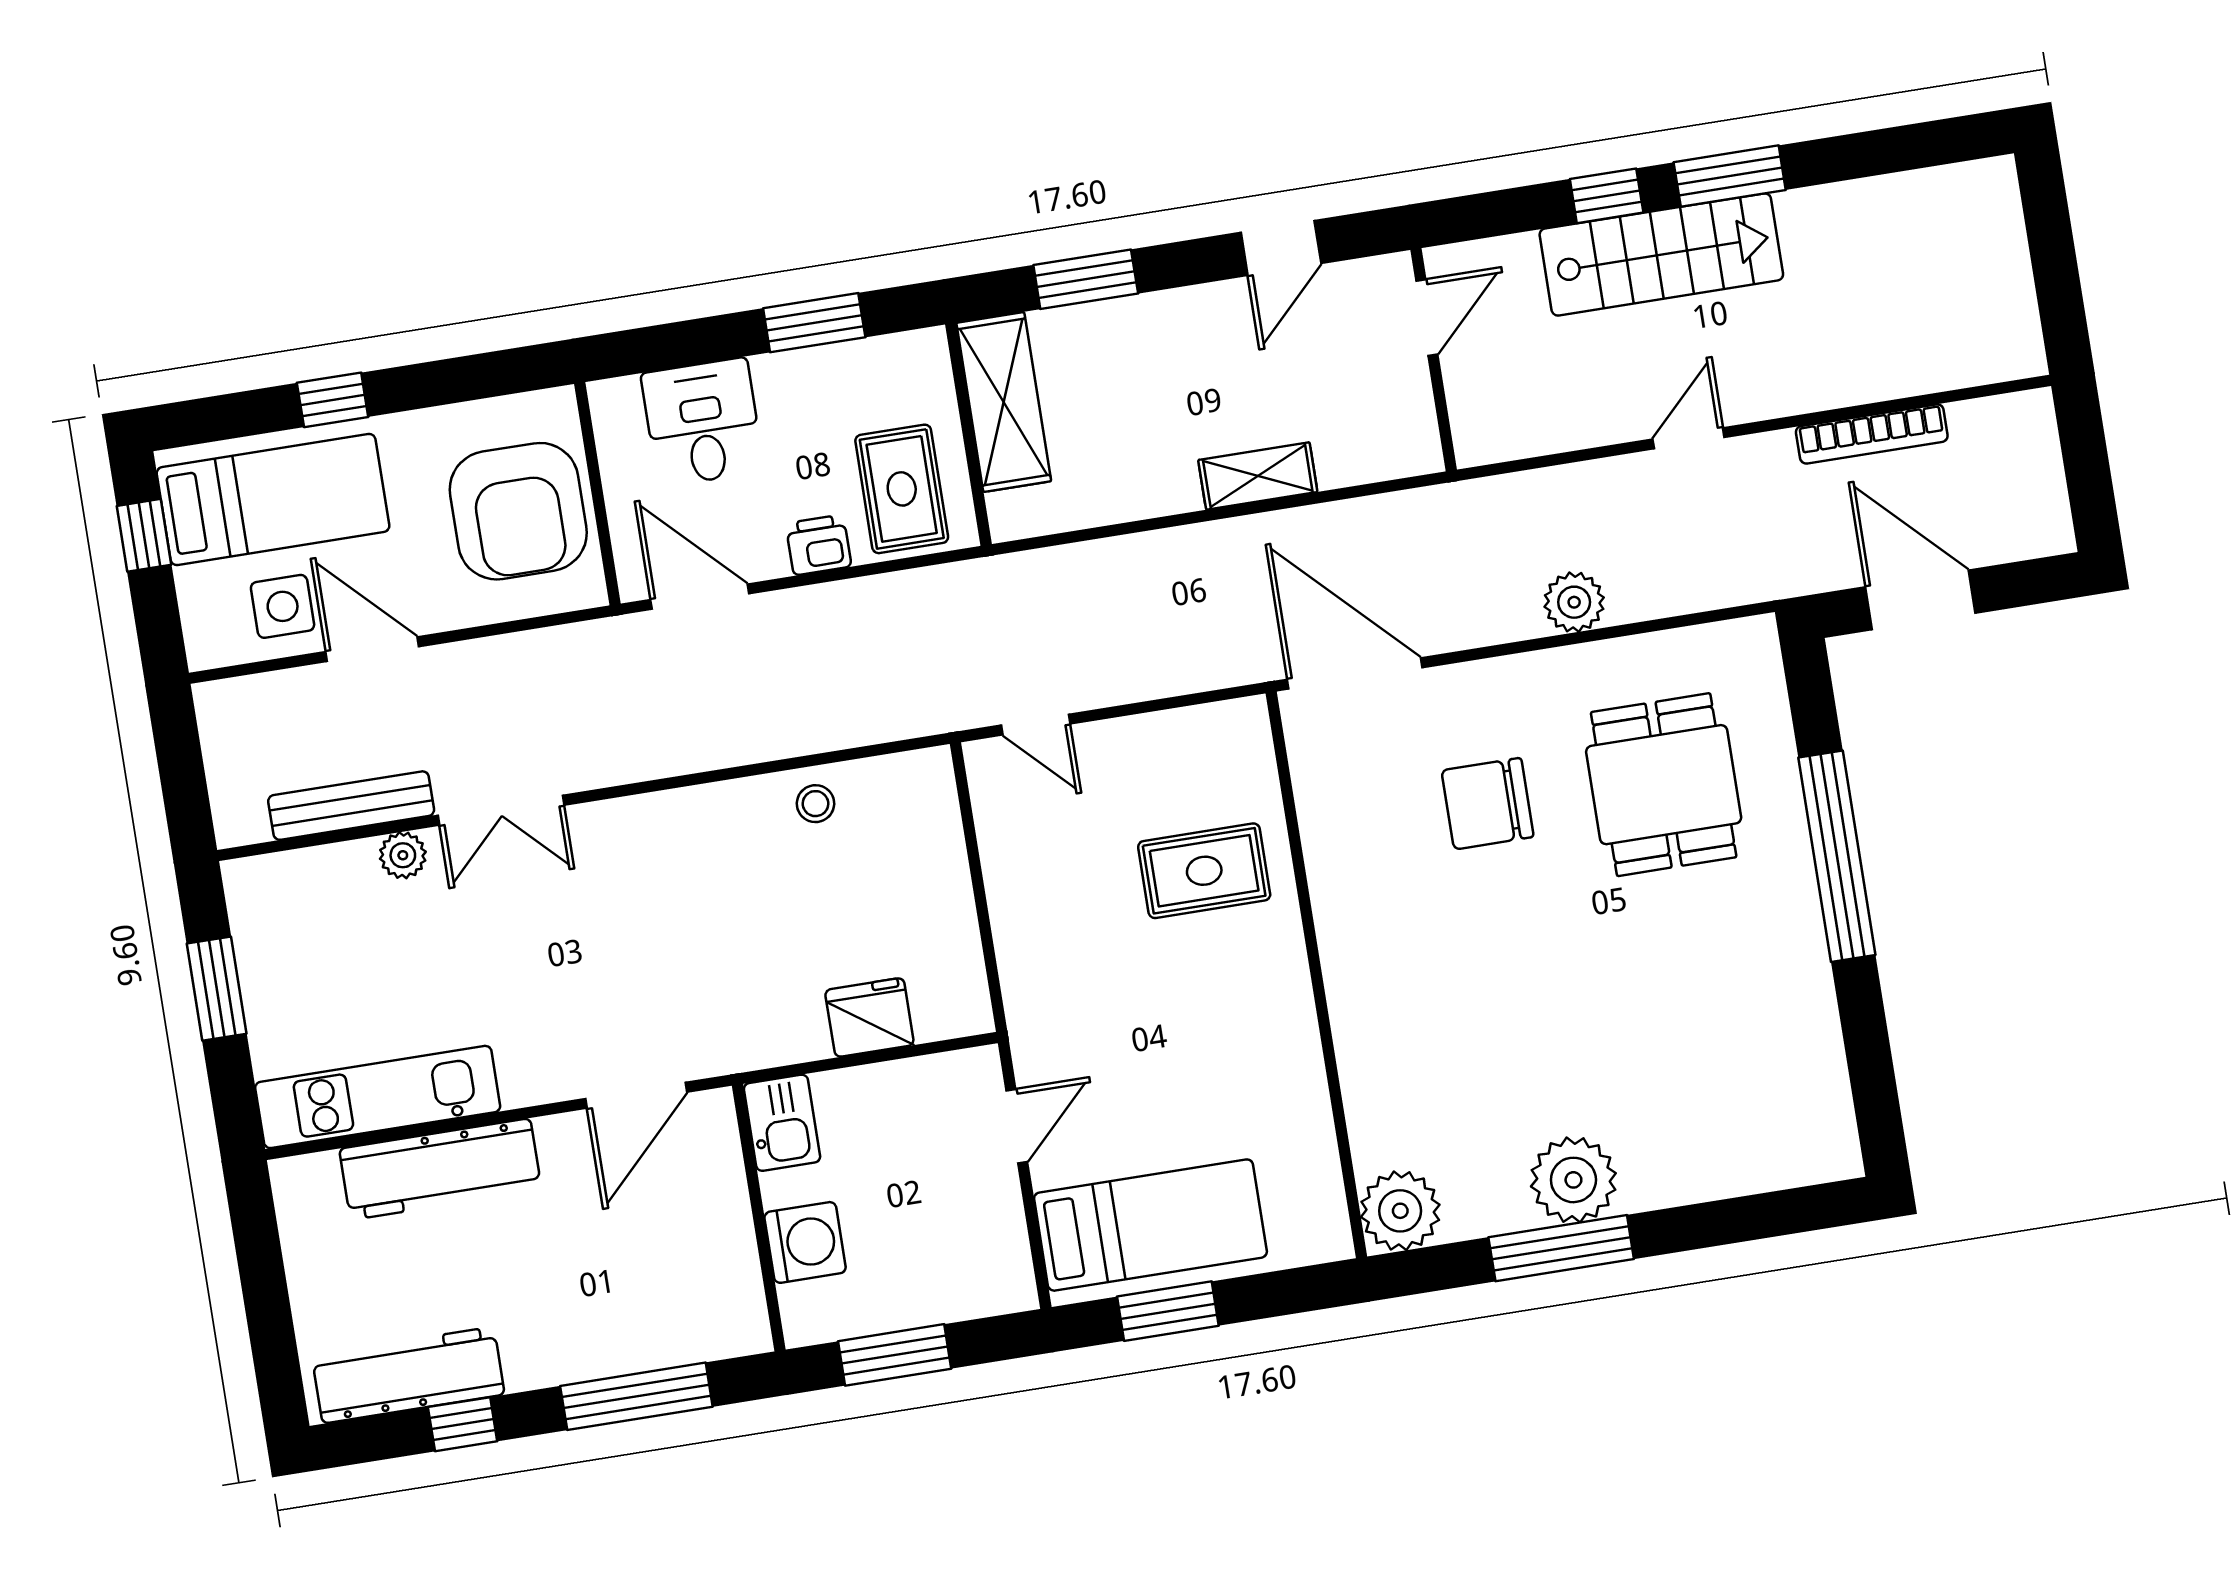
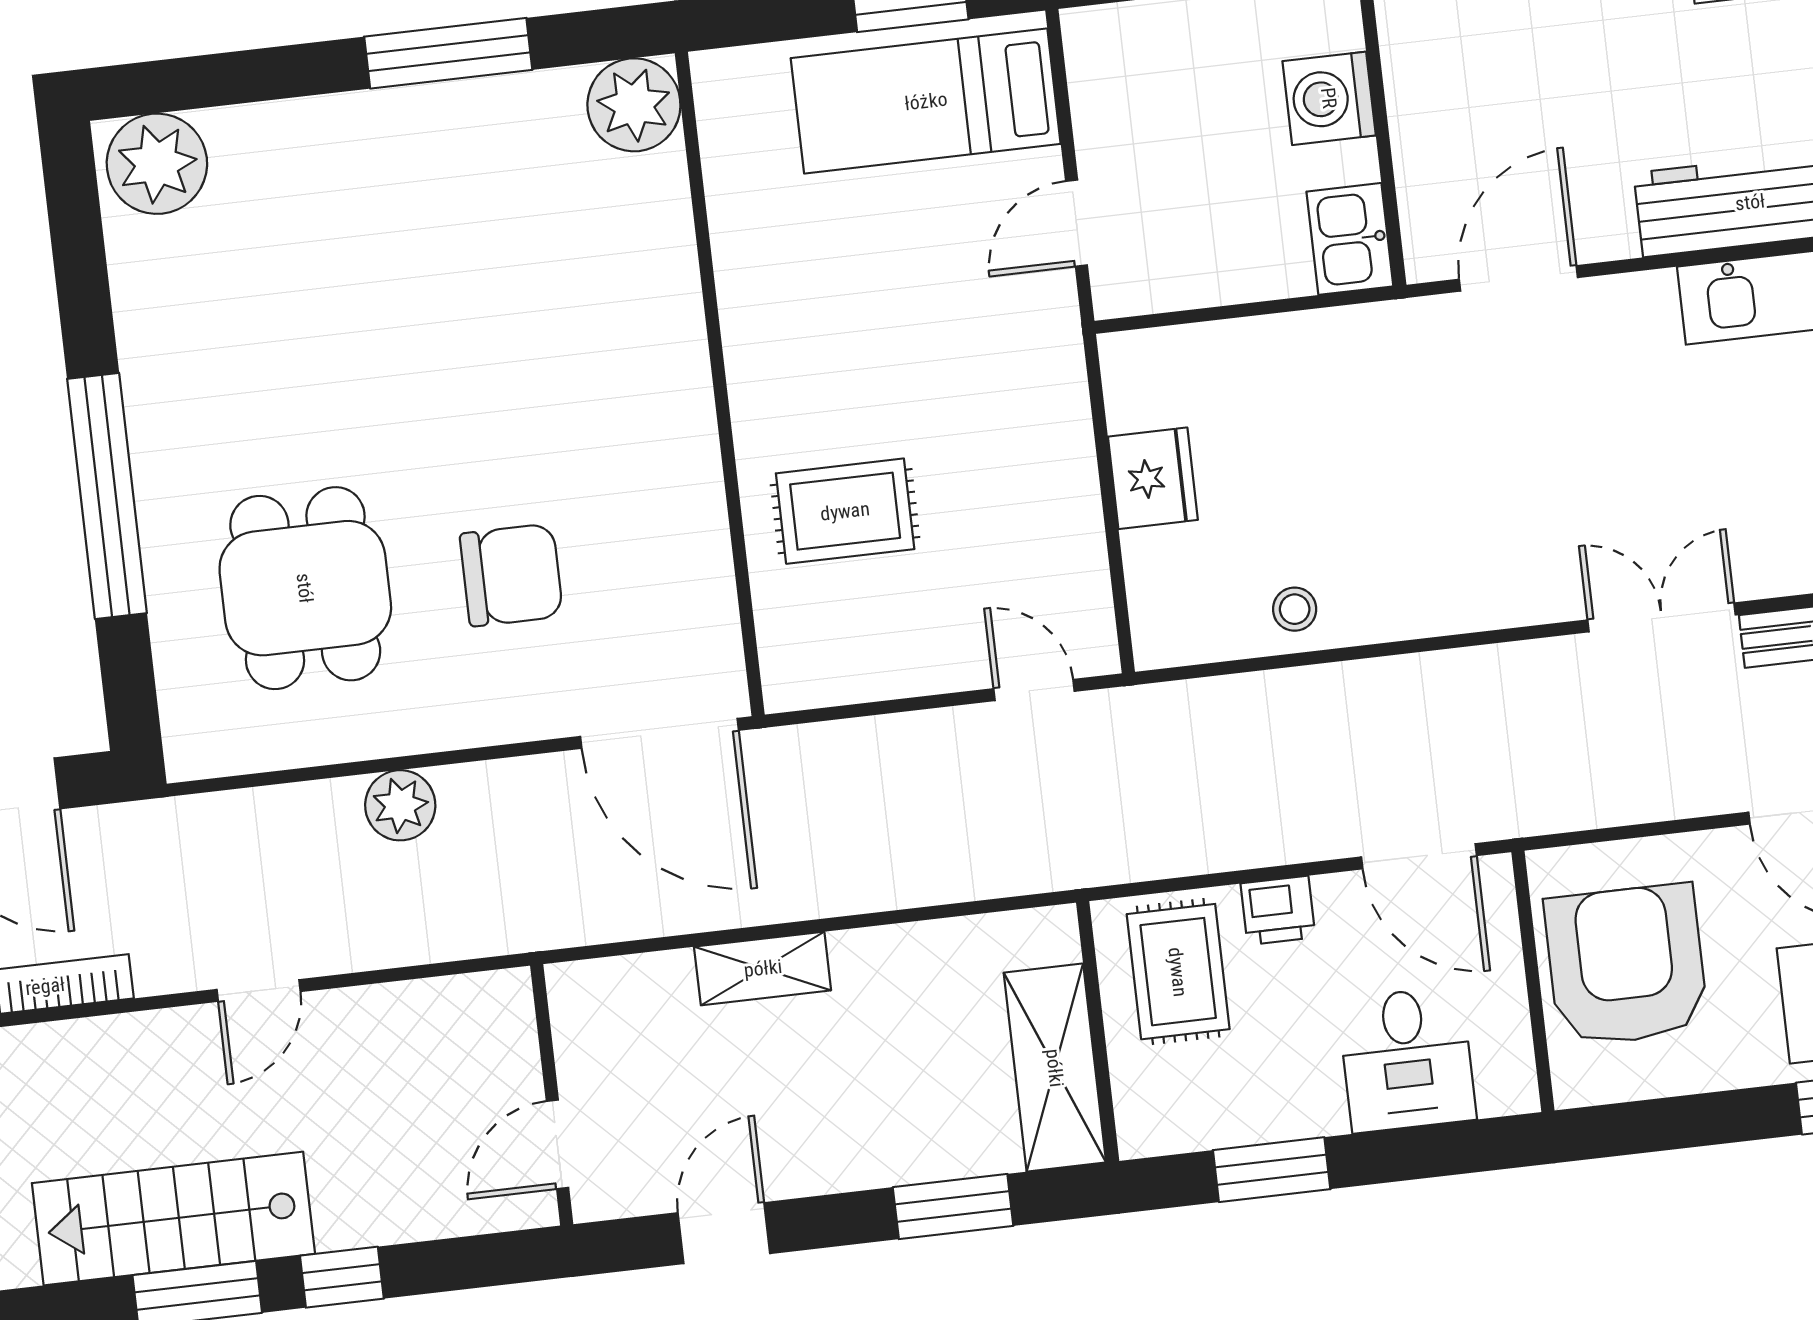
stairs: (1661, 254) -> (173, 1219), moved
plant: (403, 855) -> (1778, 570), removed
fridge: (869, 1017) -> (1153, 478), moved, turned -90
plant: (1573, 1180) -> (157, 164), moved

